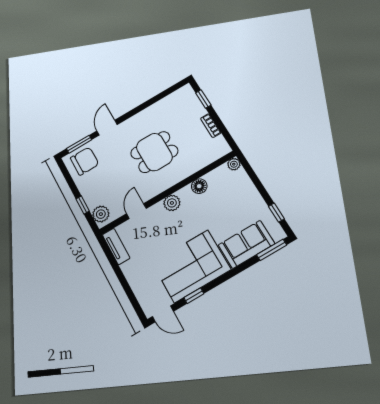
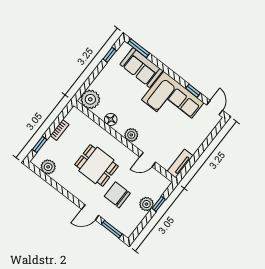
plant: (175, 100) -> (48, 167), added
chair: (85, 161) -> (117, 195), moved
plant: (234, 164) -> (90, 99), width x1.88, depth x1.88
plant: (101, 214) -> (146, 204), moved

